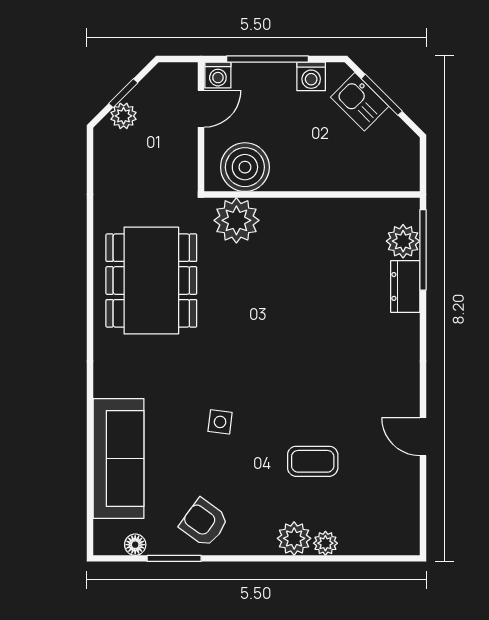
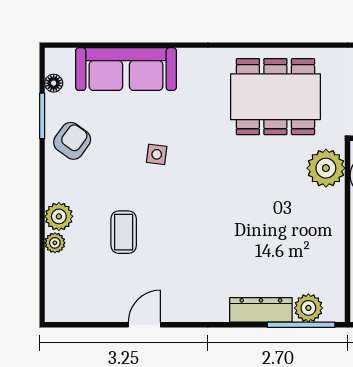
dresser: (405, 286) -> (261, 310), width x1.44

